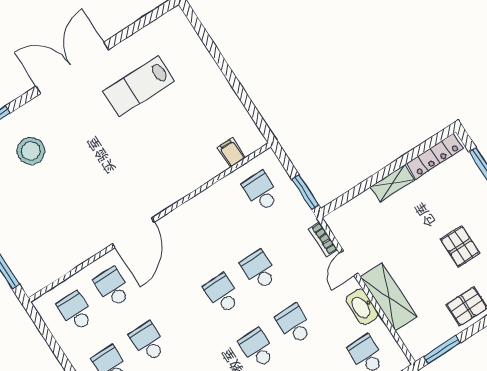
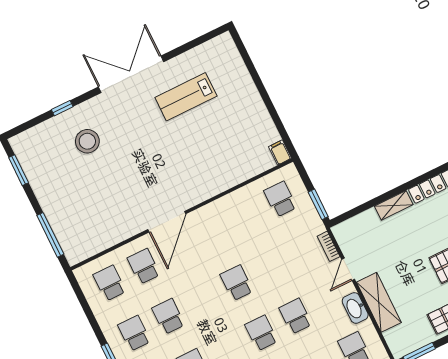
filing cabinet: (231, 153) -> (280, 152), moved
school desk: (259, 270) -> (271, 266), removed

